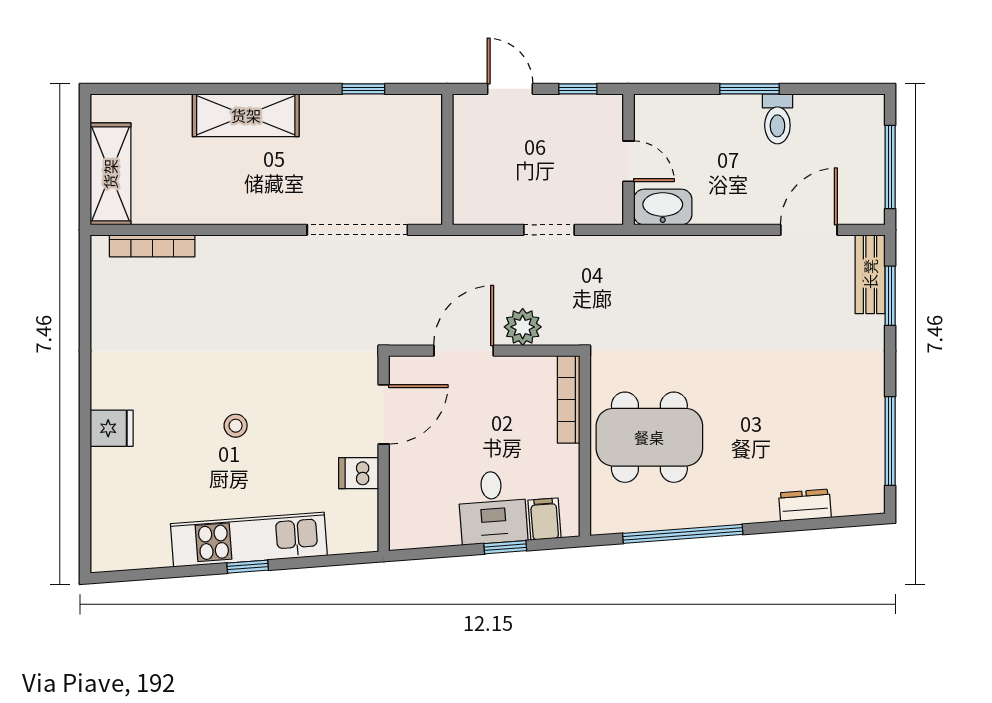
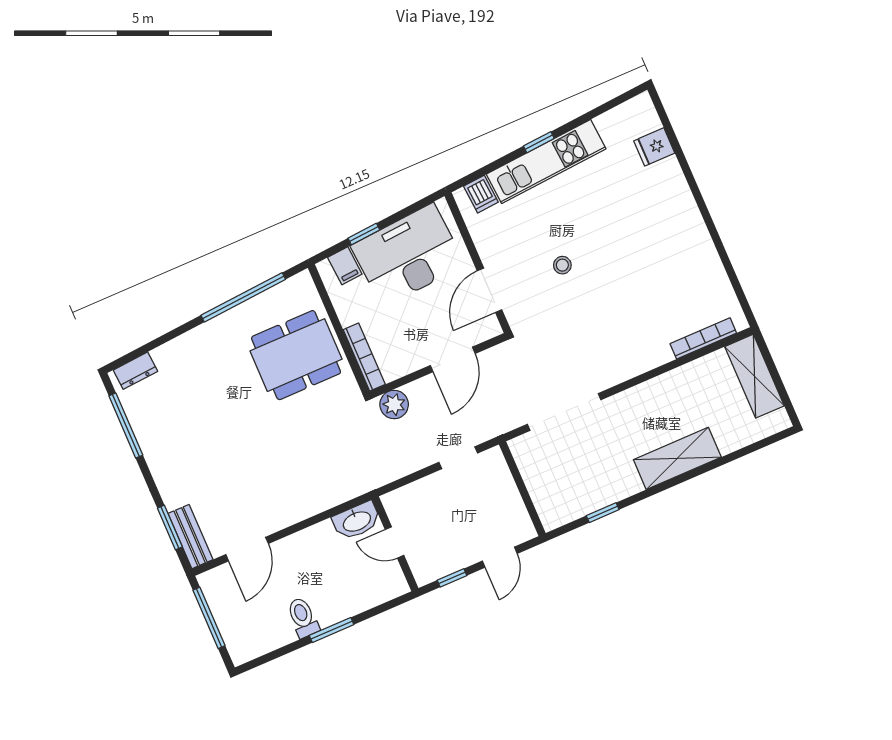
door: (510, 89) -> (500, 557), hinge flipped
doorway: (549, 230) -> (458, 458), moved
plant: (523, 327) -> (394, 405), moved
stool: (236, 426) -> (562, 265), moved
fridge: (112, 428) -> (654, 147), moved
dishwasher: (359, 473) -> (481, 194), moved, turned 86
dresser: (805, 505) -> (135, 371), moved
desk: (493, 507) -> (408, 255), width x1.87, depth x1.30

